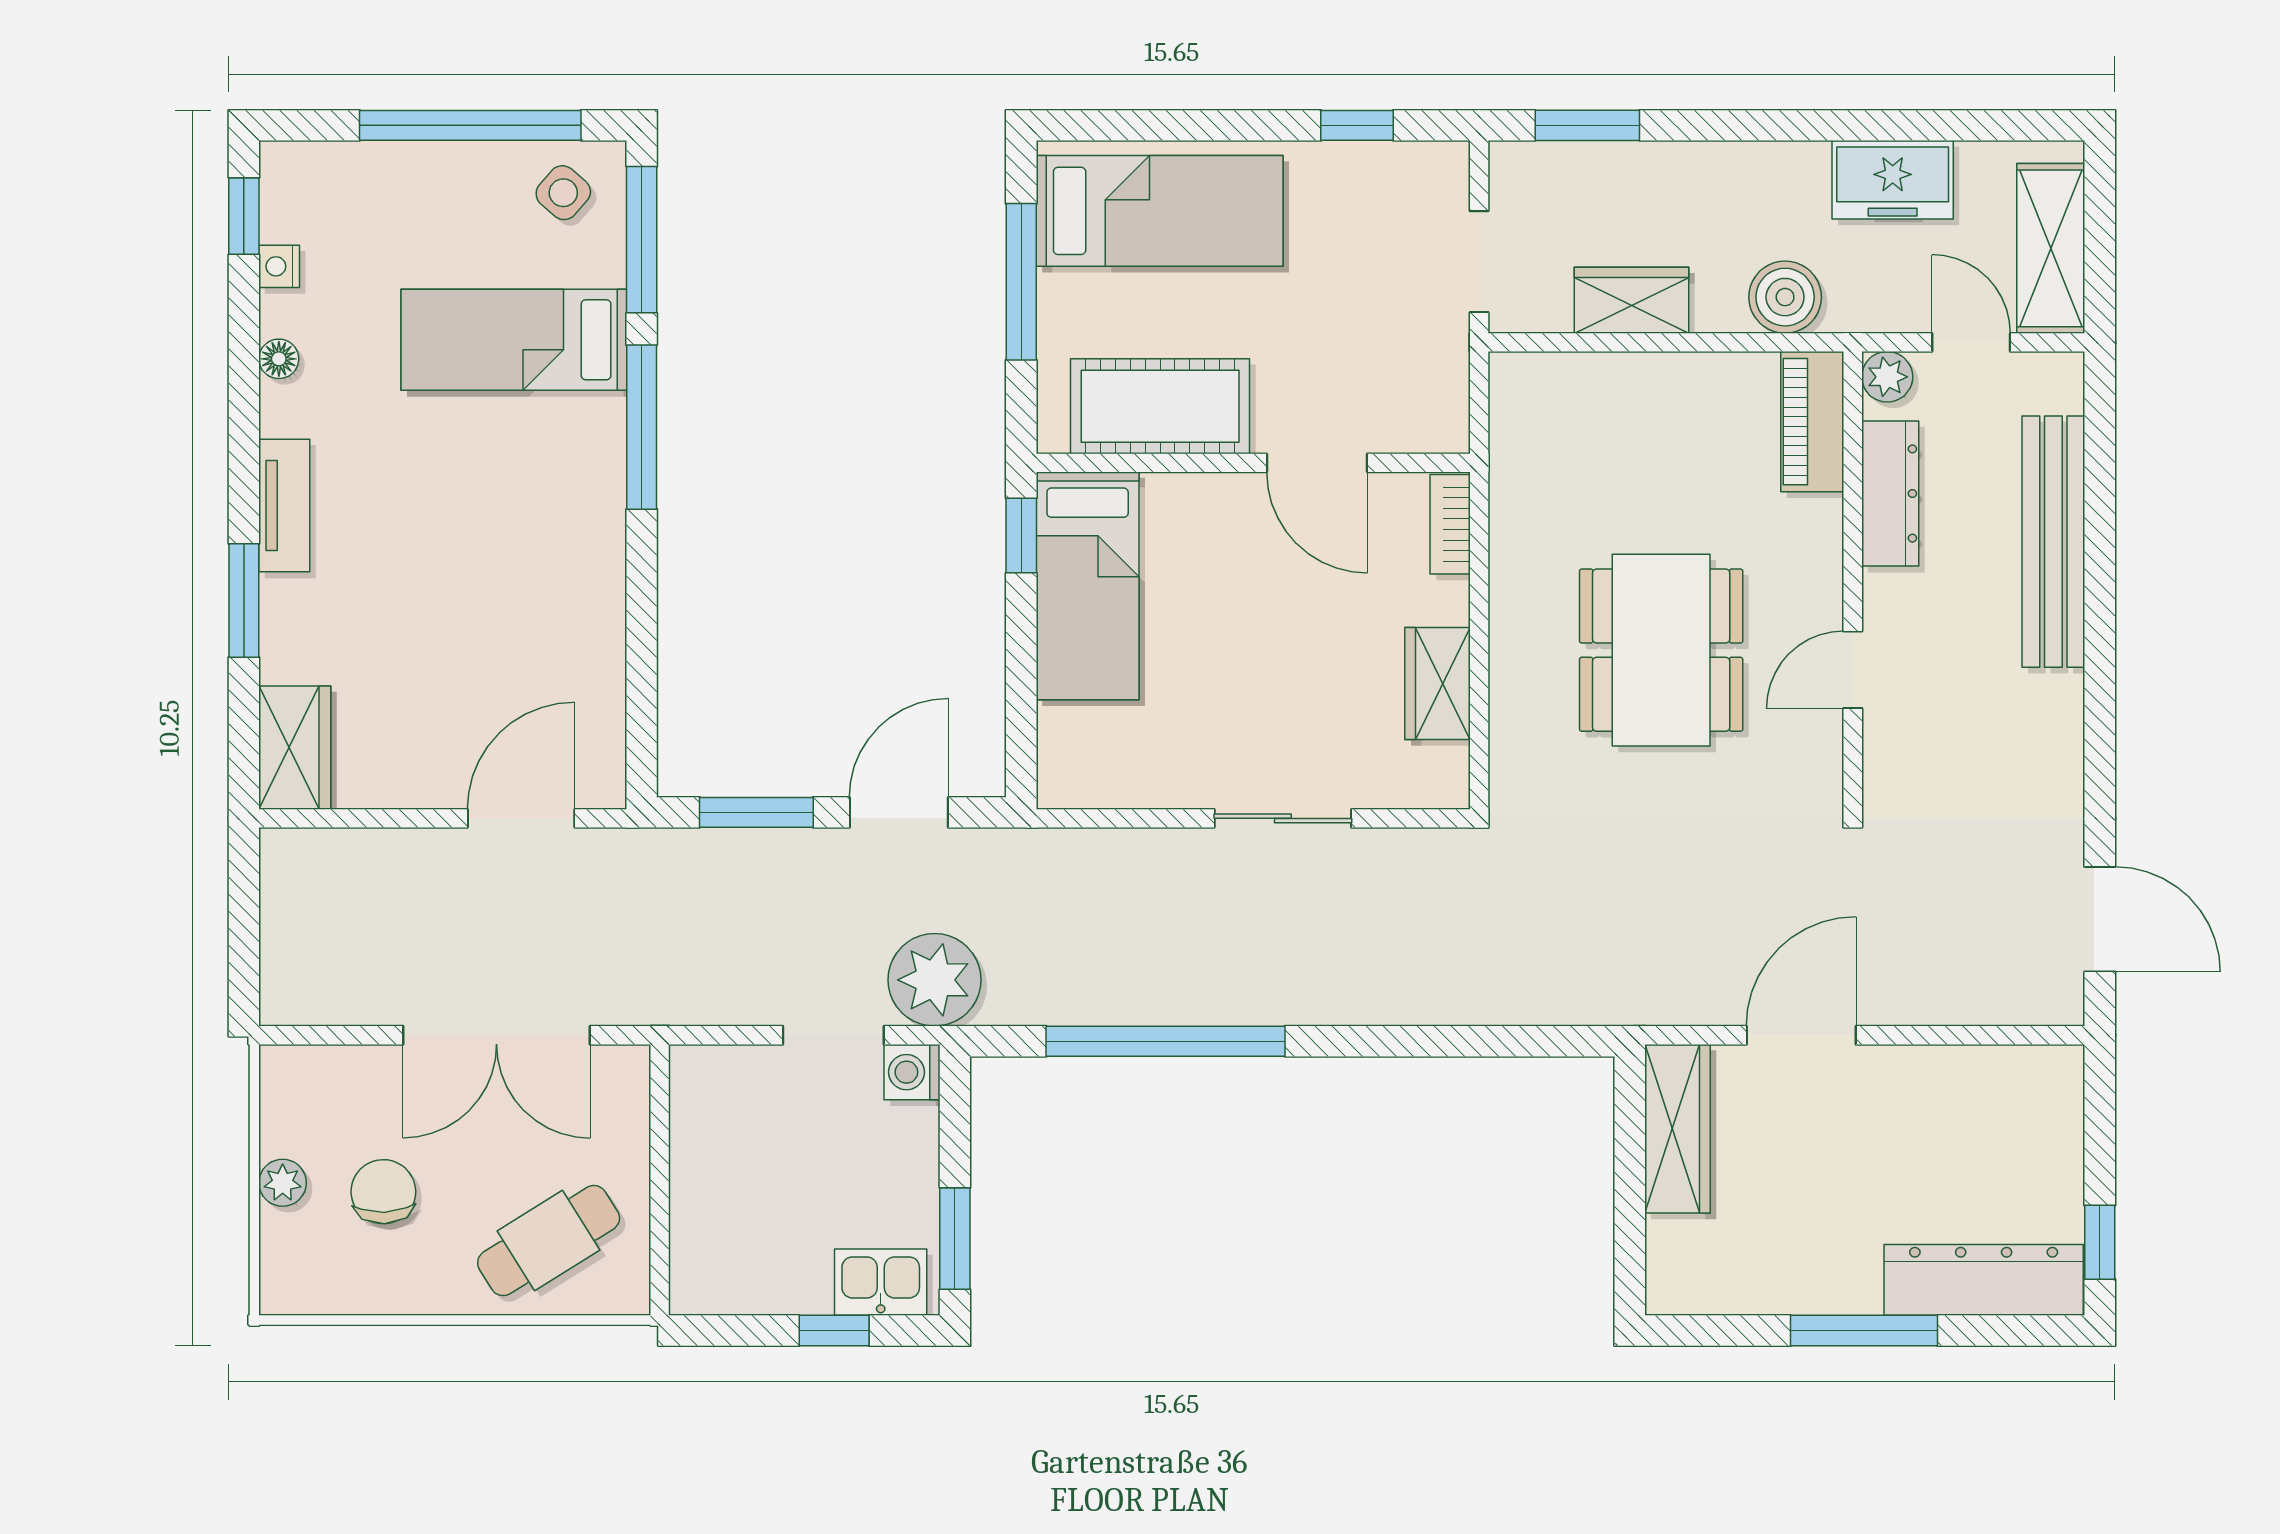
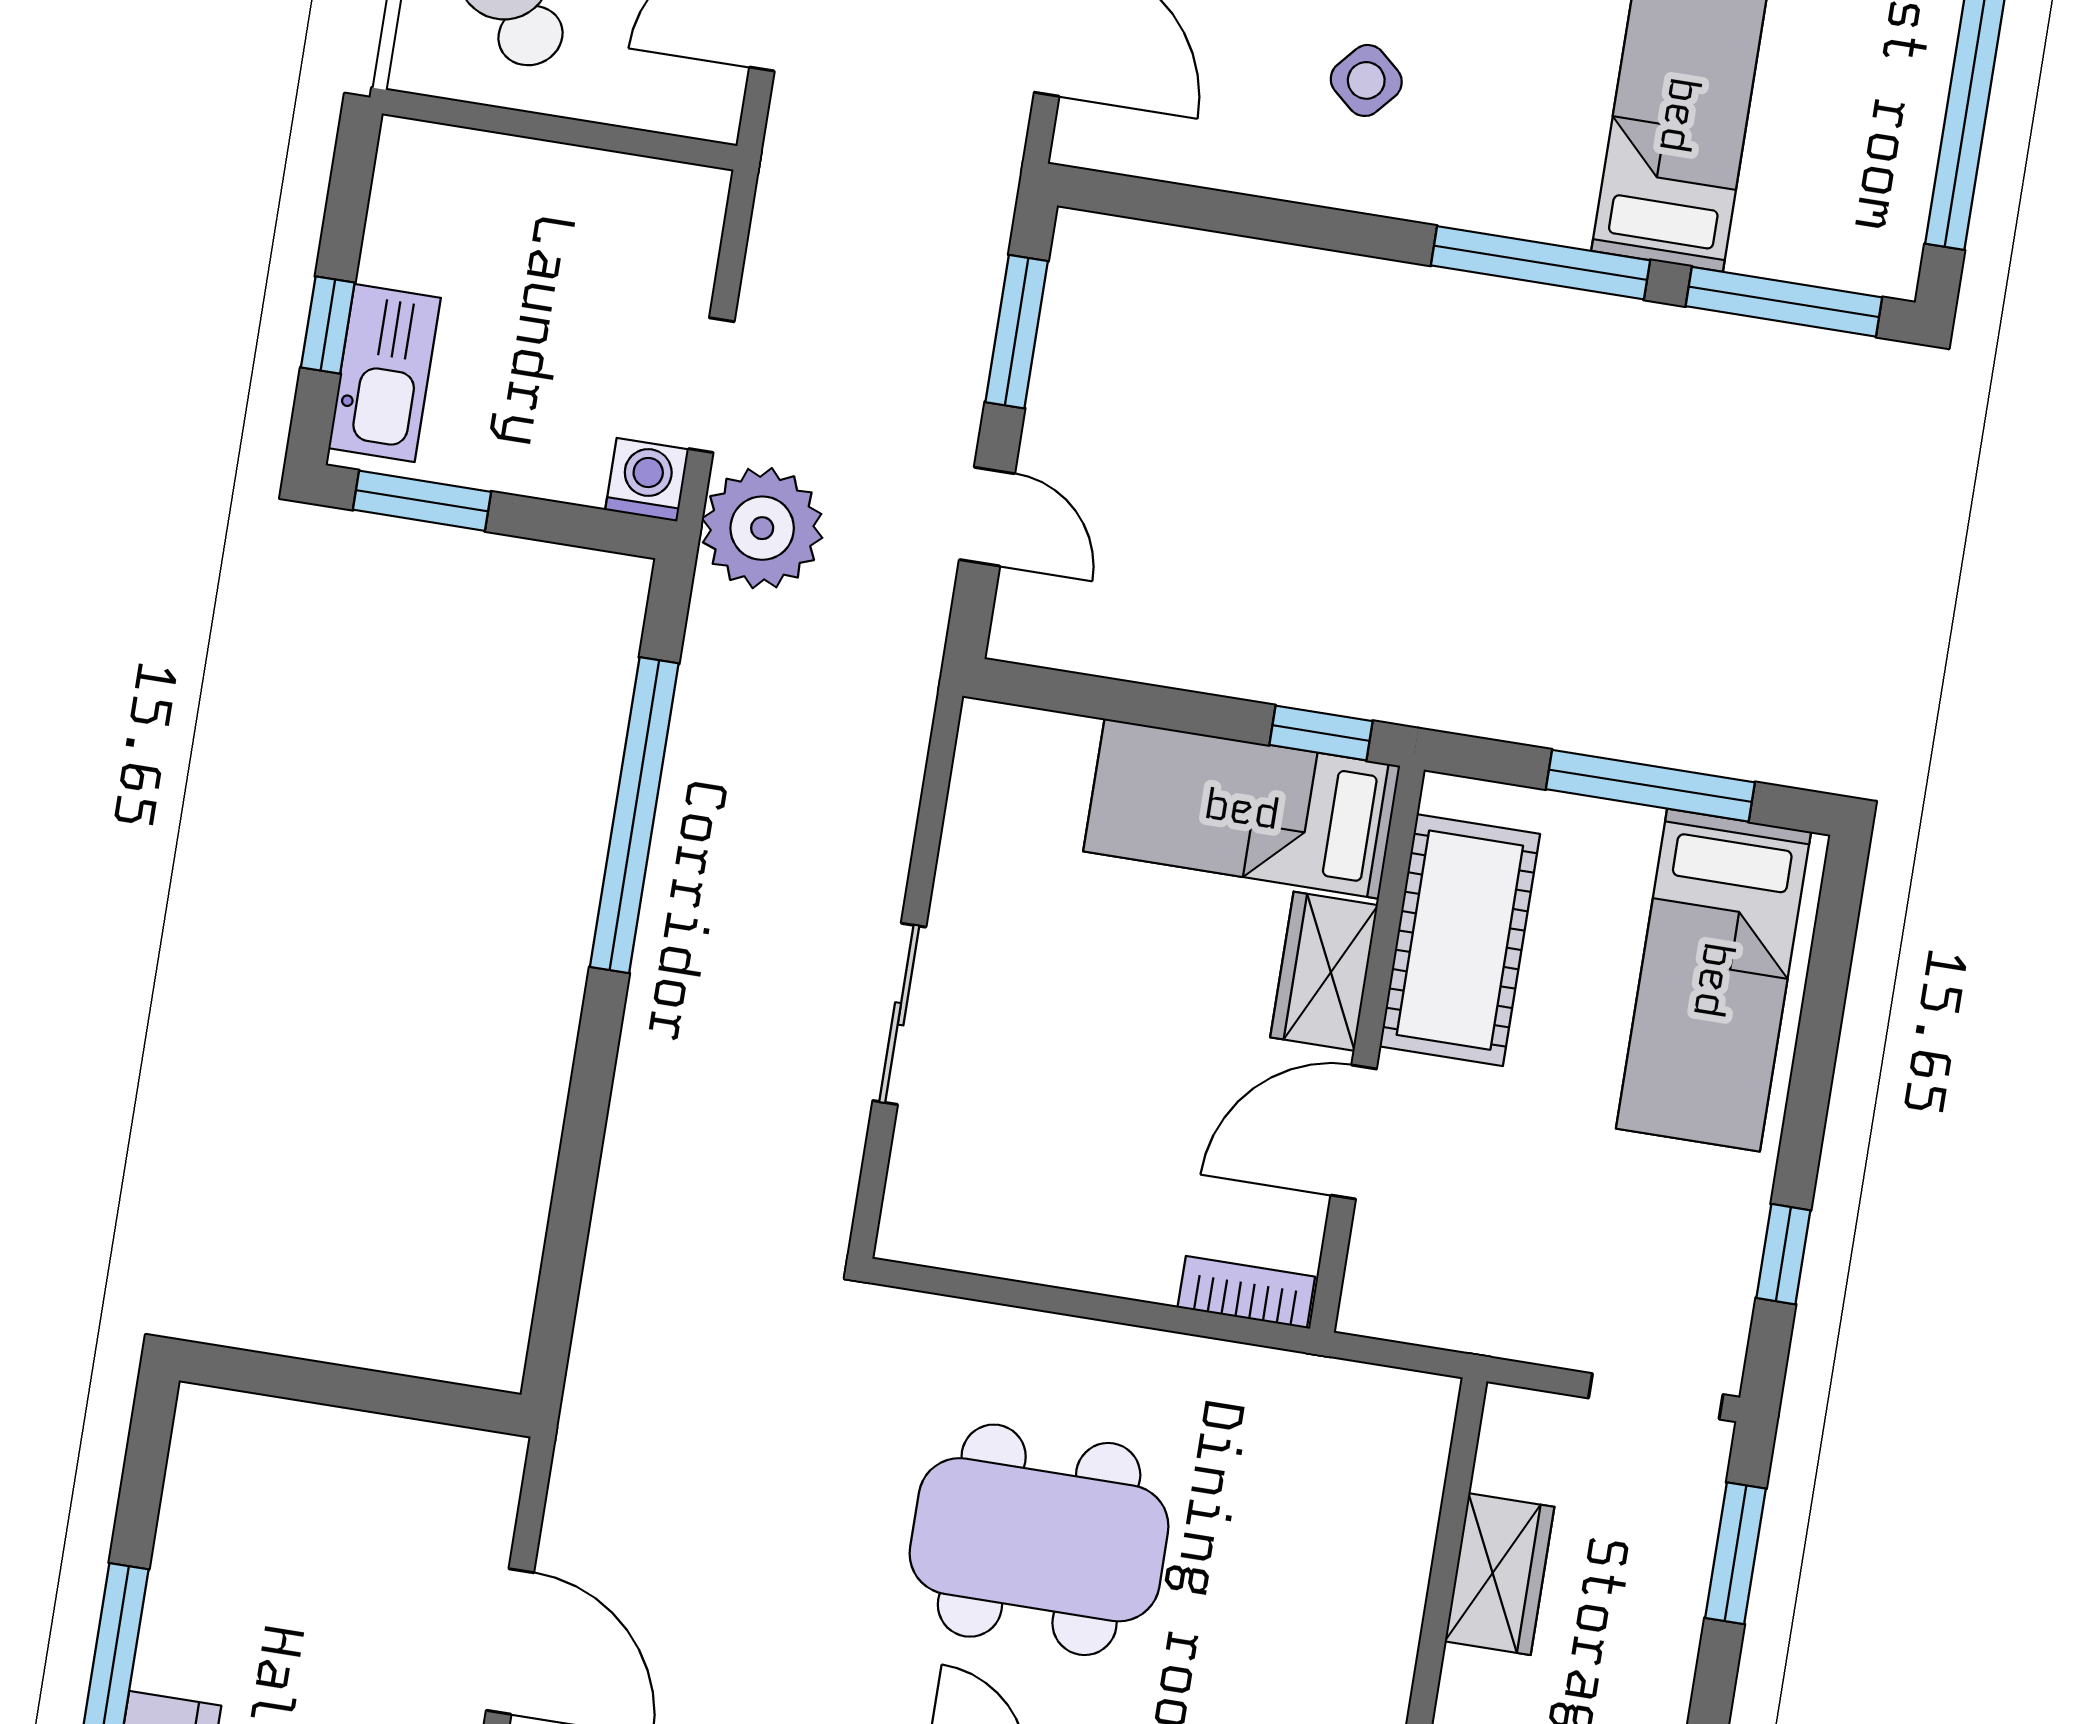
side table: (563, 193) -> (1366, 80), moved
doorway: (1479, 262) -> (1656, 1396), moved
wardrobe: (1438, 683) -> (1324, 971), moved, turned -90
door: (899, 812) -> (987, 517), width x0.73
wardrobe: (1677, 1129) -> (414, 1462), removed
kitchen sink: (881, 1282) -> (385, 373), width x1.38

